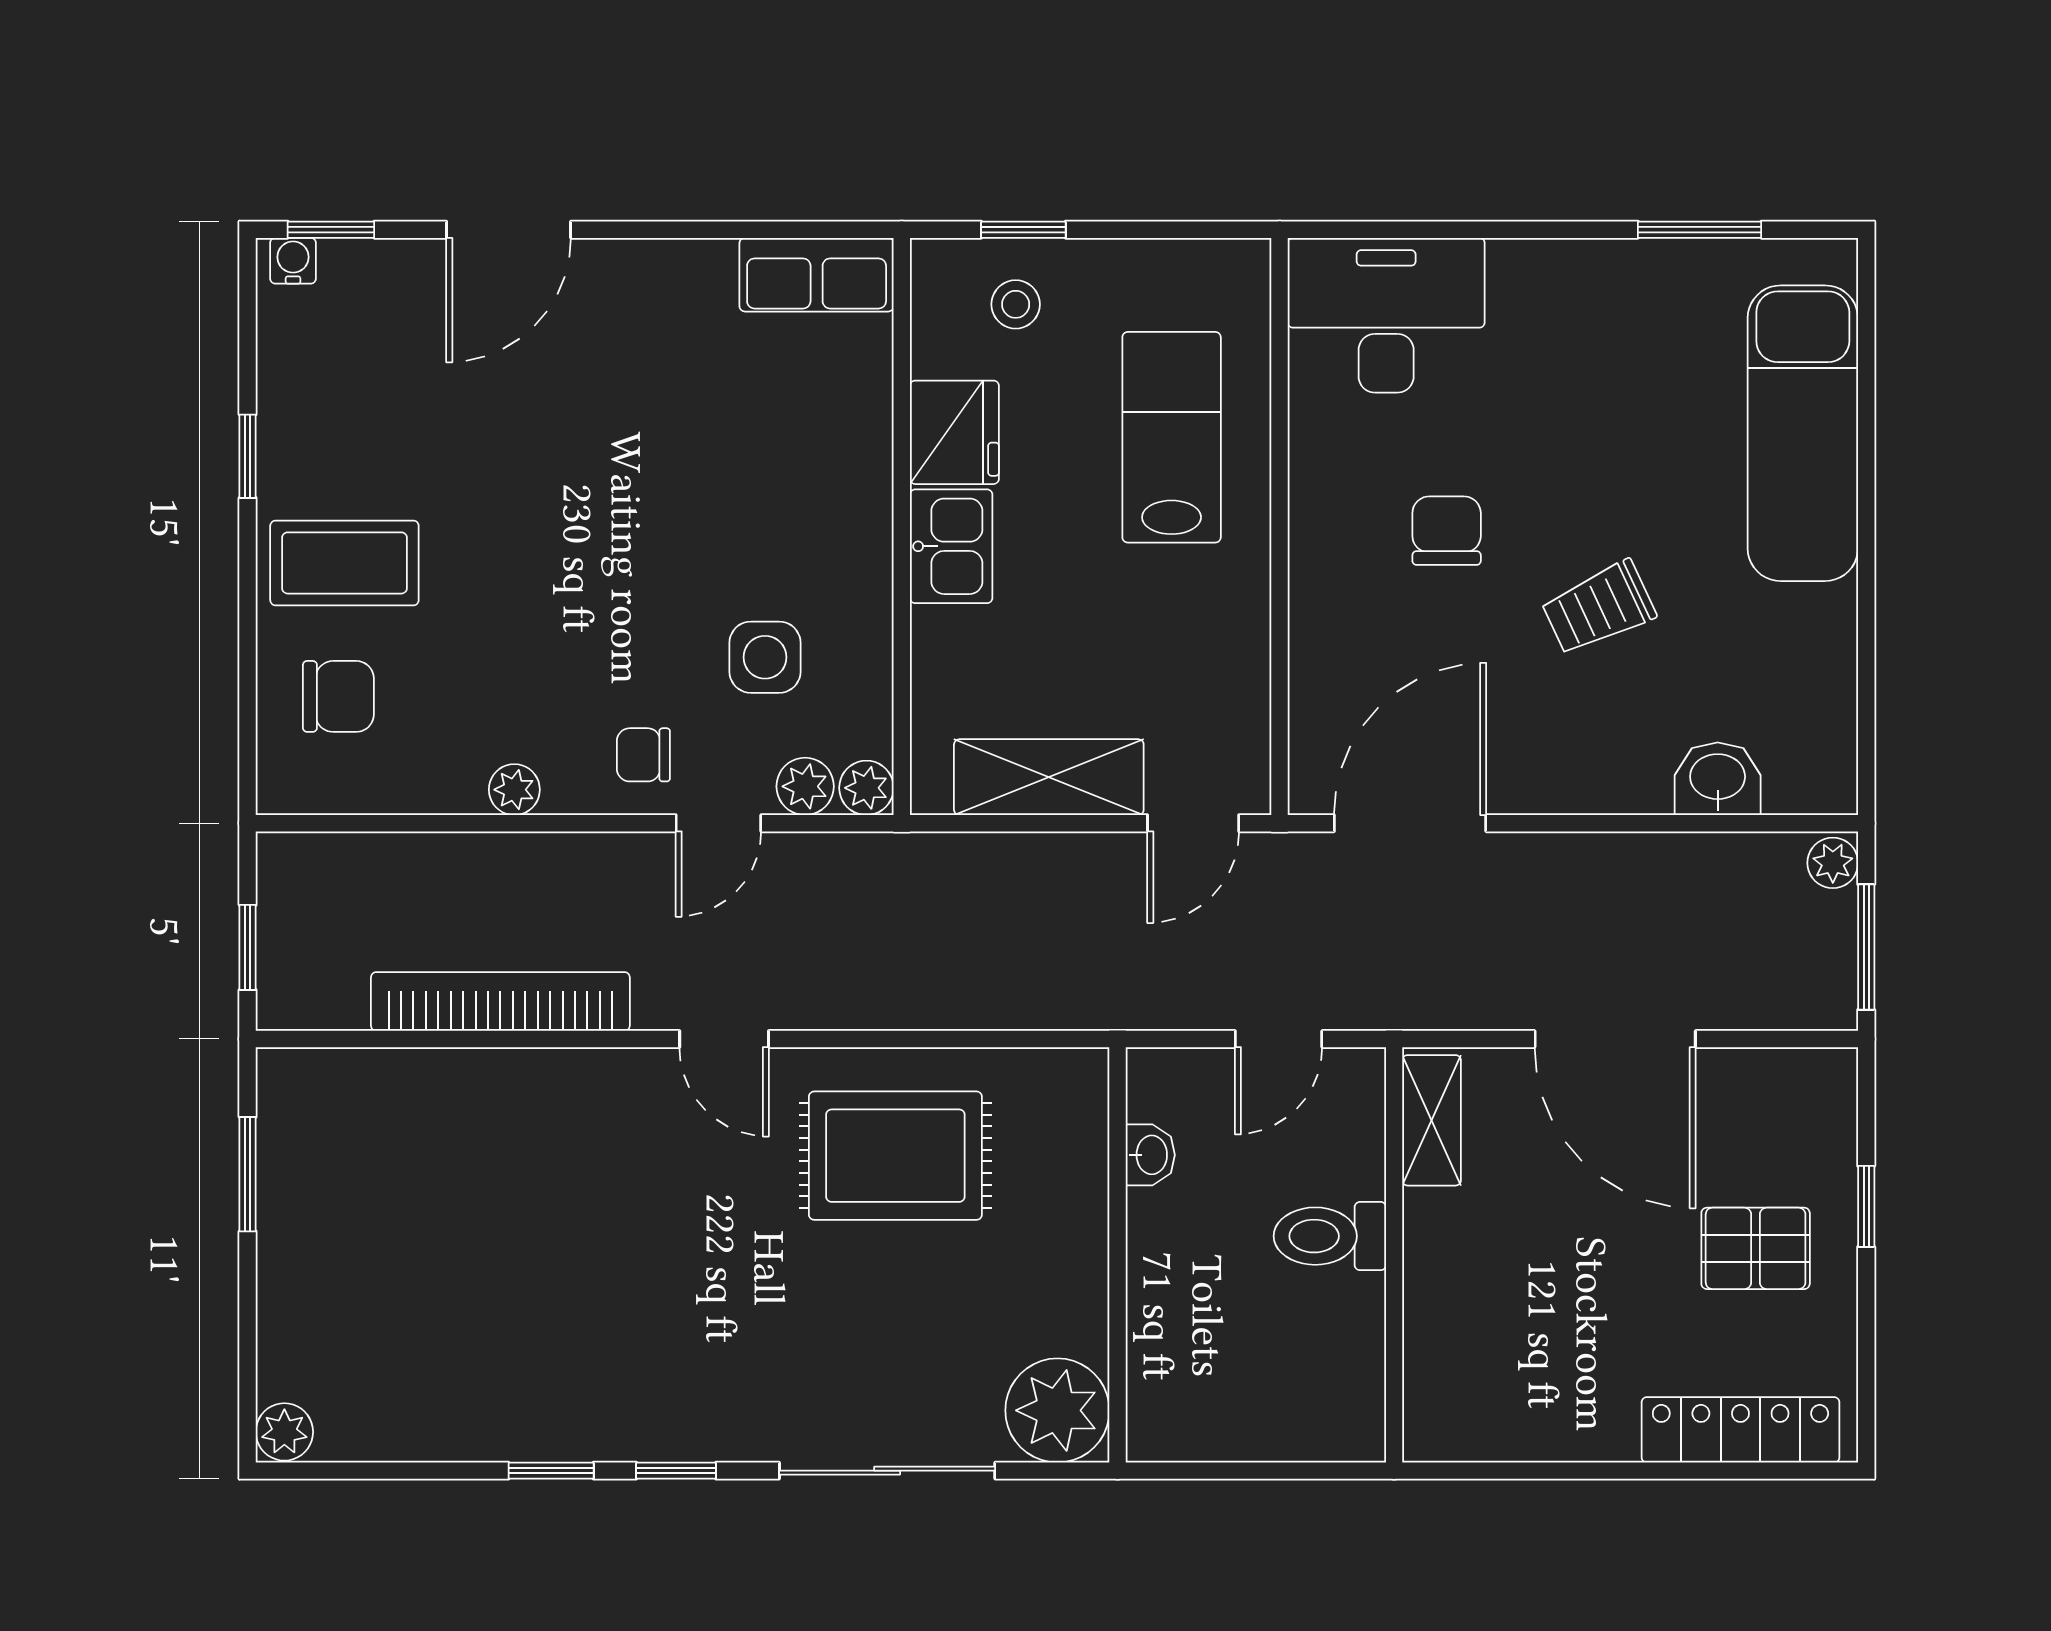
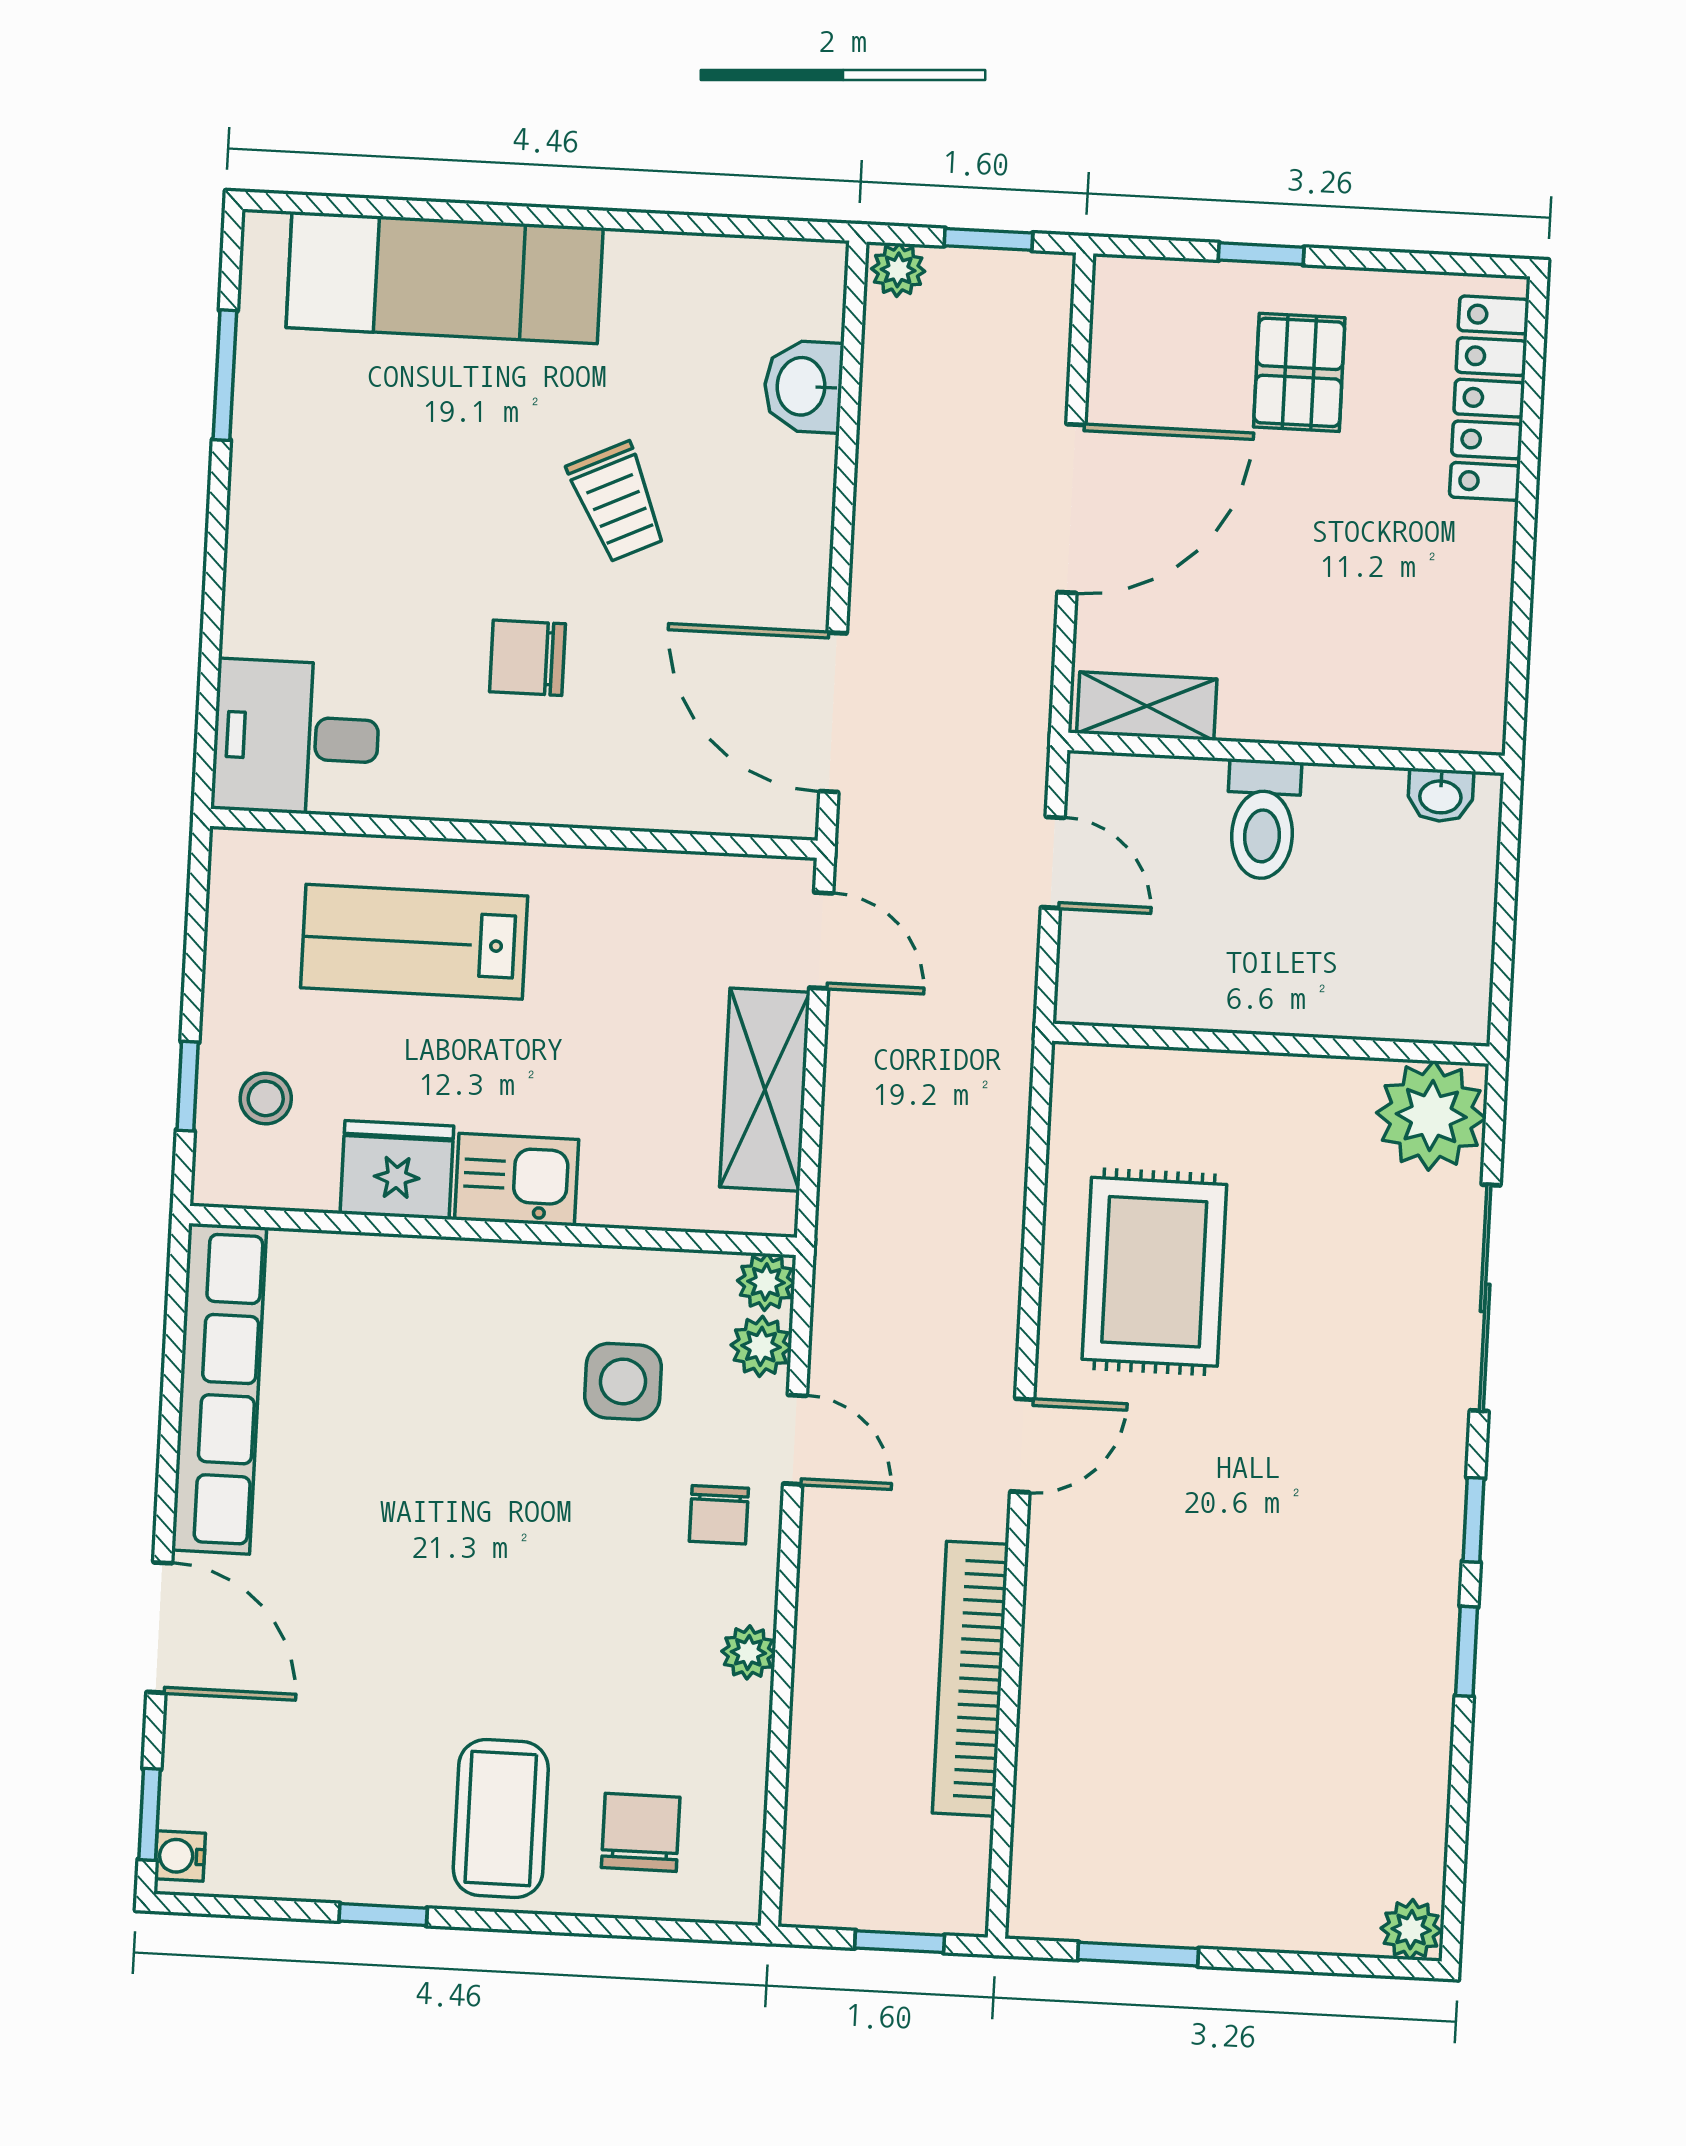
row of seats: (817, 275) -> (219, 1389), width x2.02
desk: (1386, 315) -> (296, 738), width x0.73
window: (1866, 947) -> (988, 239), width x0.67
washbasin: (1150, 1155) -> (1440, 795), moved, turned 180

